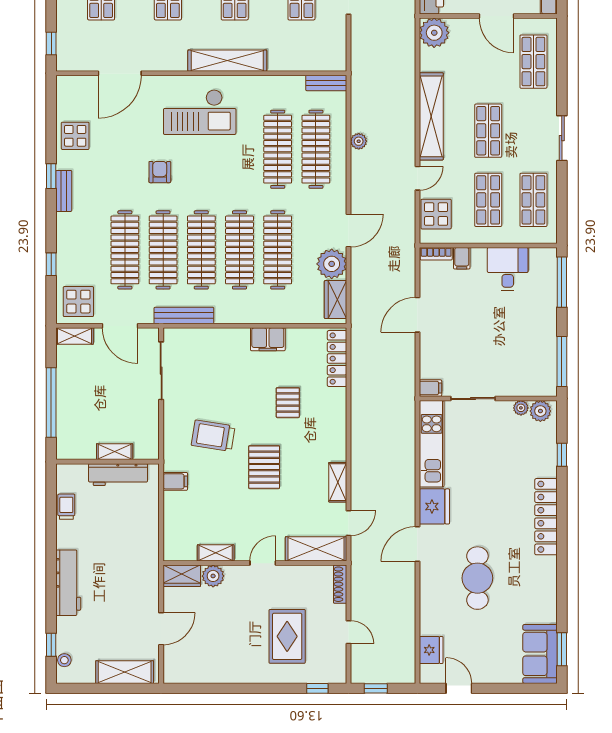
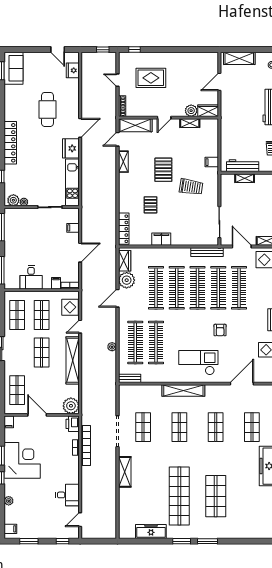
filing cabinet: (430, 388) -> (73, 228), moved
rug: (287, 636) -> (151, 78), turned 90

